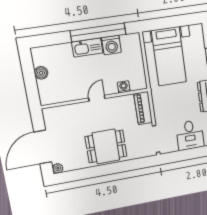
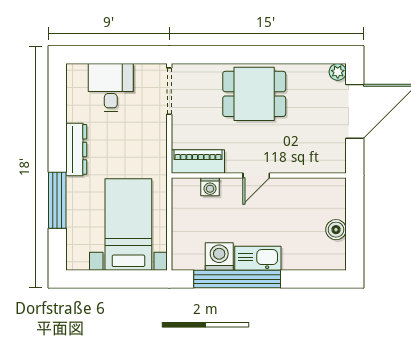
piano: (143, 108) -> (198, 162), moved, turned -90

